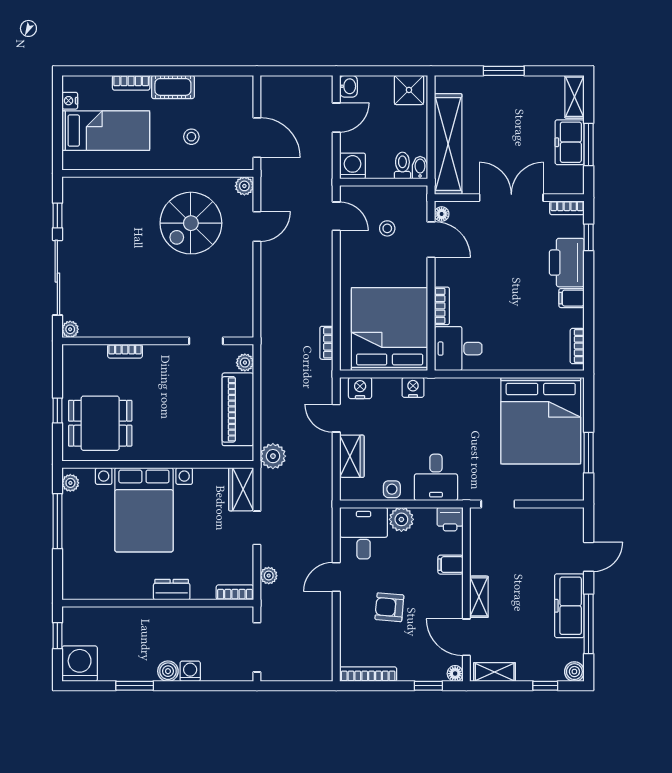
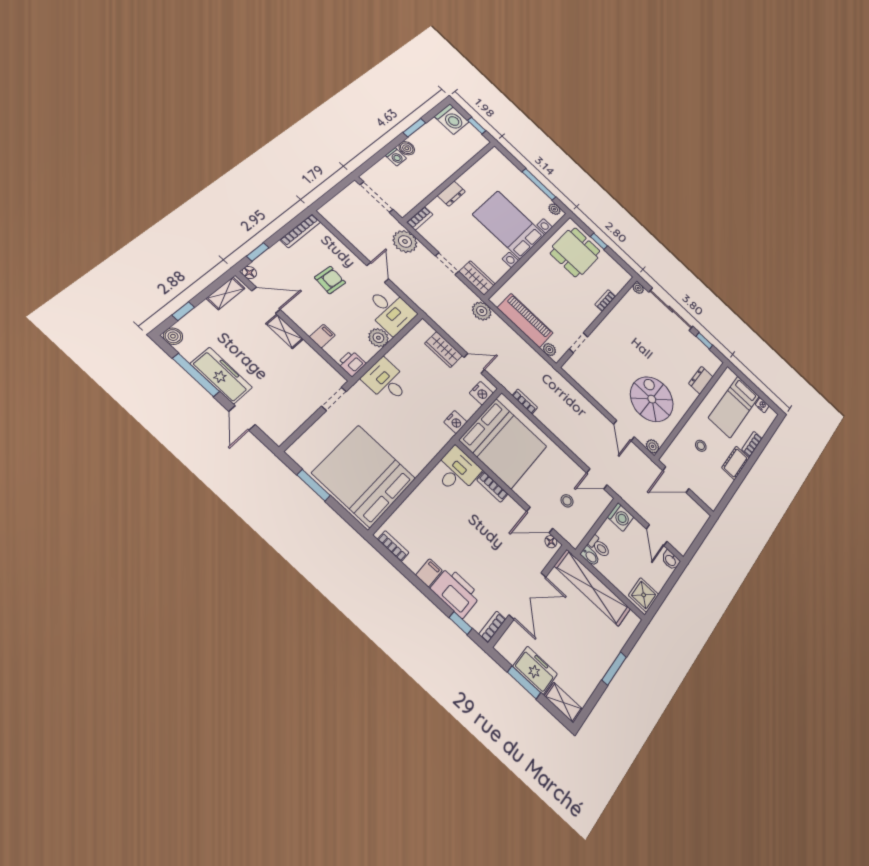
dresser: (112, 187) -> (701, 380), added
side table: (392, 489) -> (402, 351), removed
plant: (269, 576) -> (405, 241), width x1.87, depth x1.87

